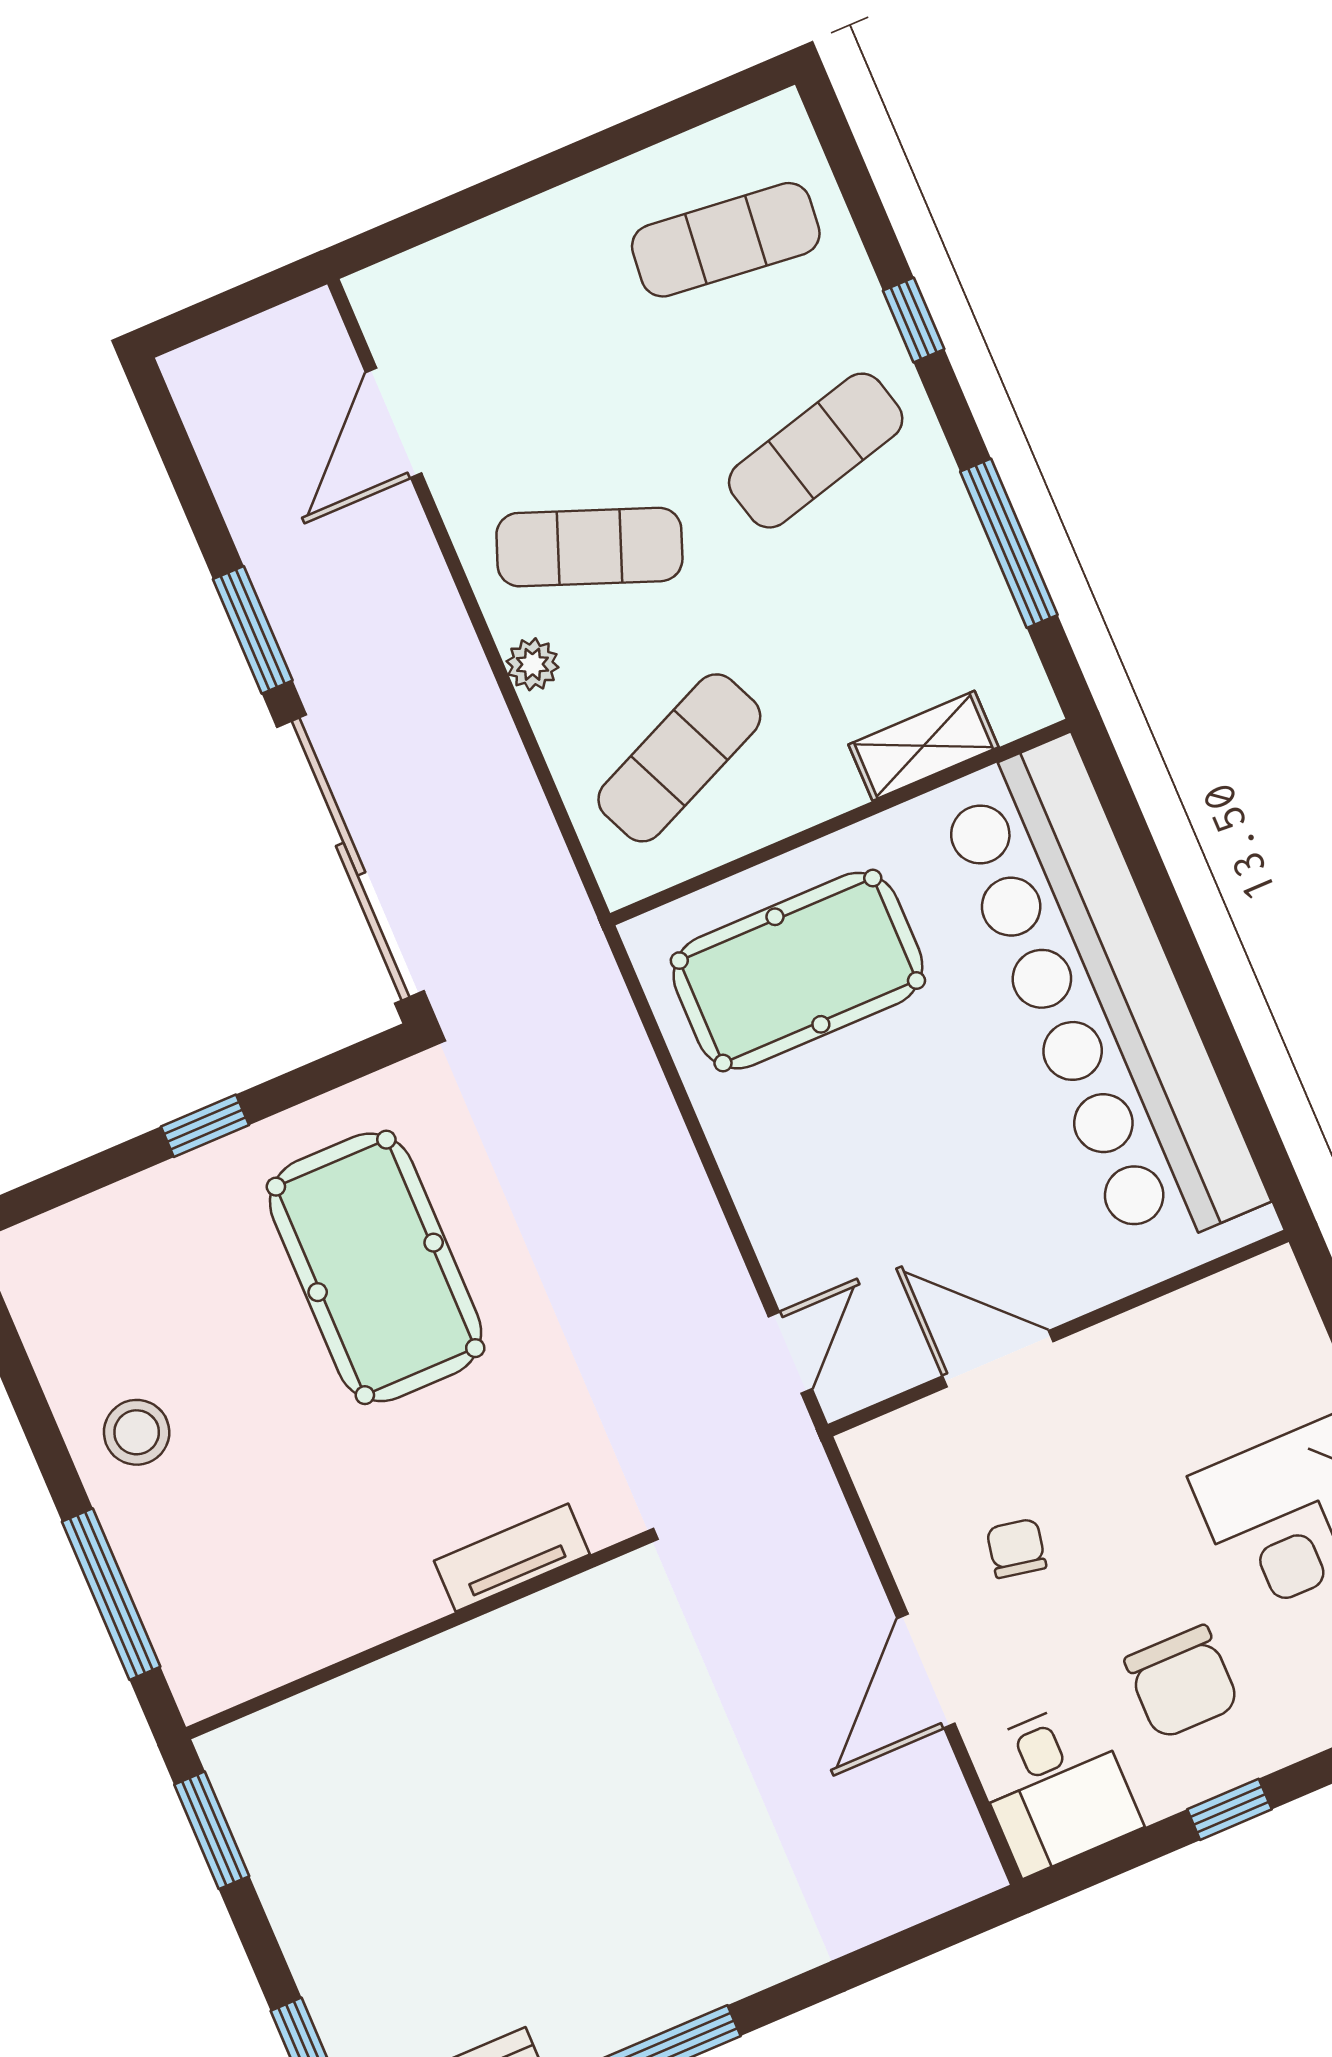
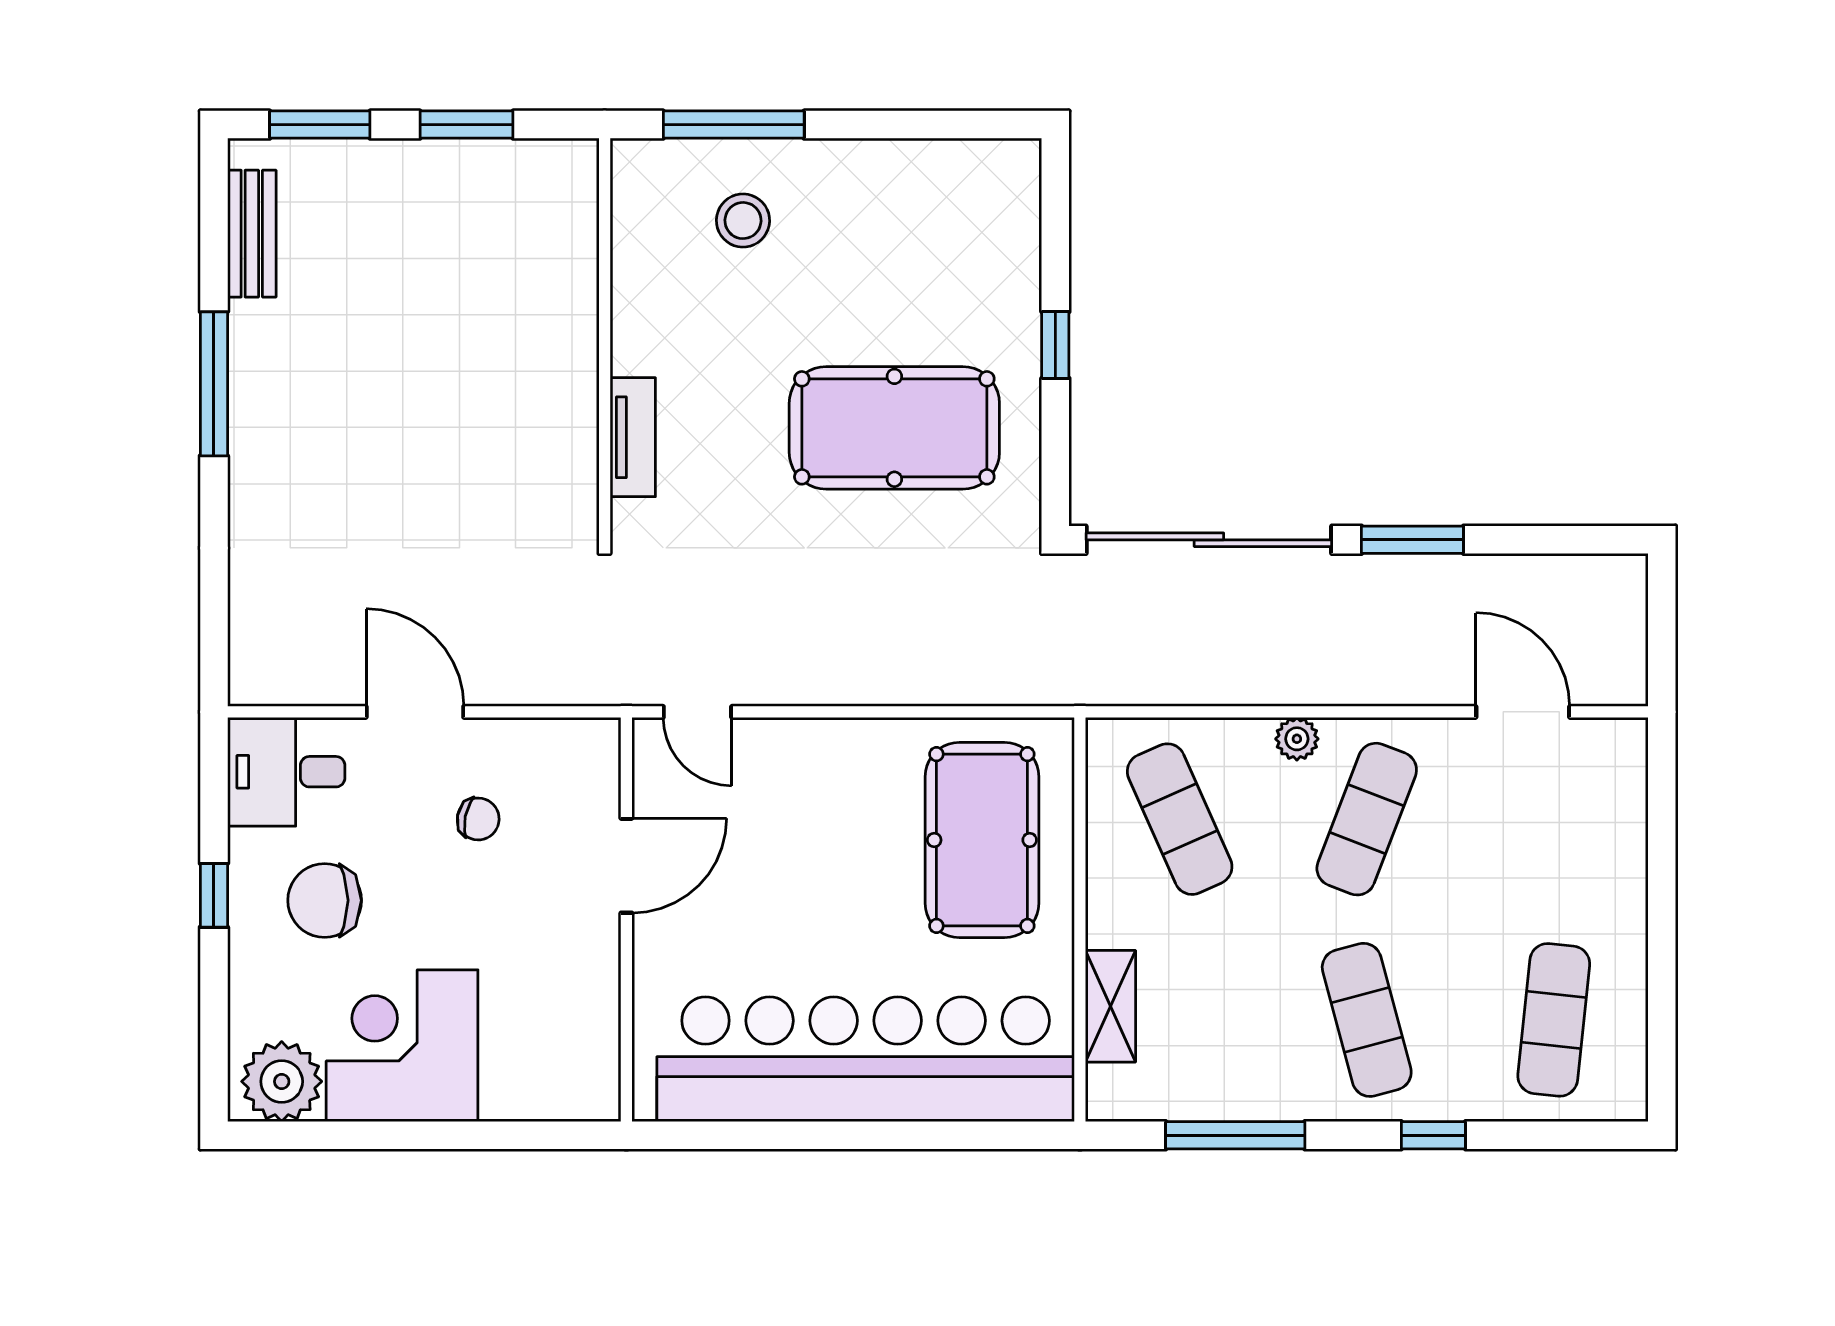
stool: (137, 1432) -> (743, 221), moved
window: (212, 1830) -> (466, 125), moved

